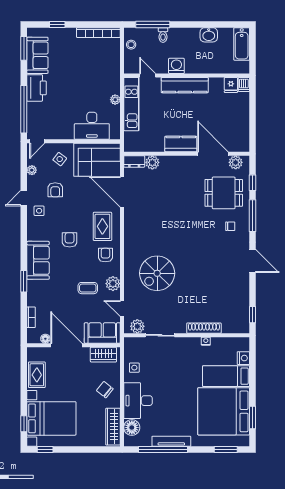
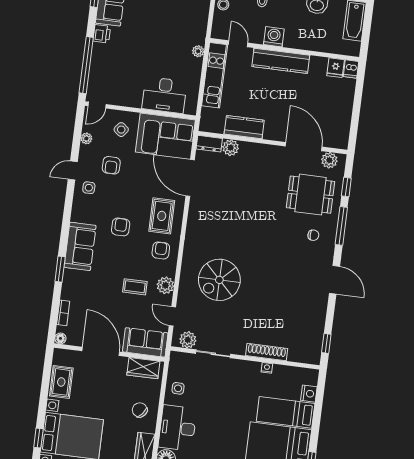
printer: (37, 88) -> (102, 34), width x0.53, depth x0.68
plant: (115, 100) -> (198, 51), moved
kitchen counter: (181, 144) -> (244, 127), moved
floor lamp: (45, 339) -> (60, 338), moved

